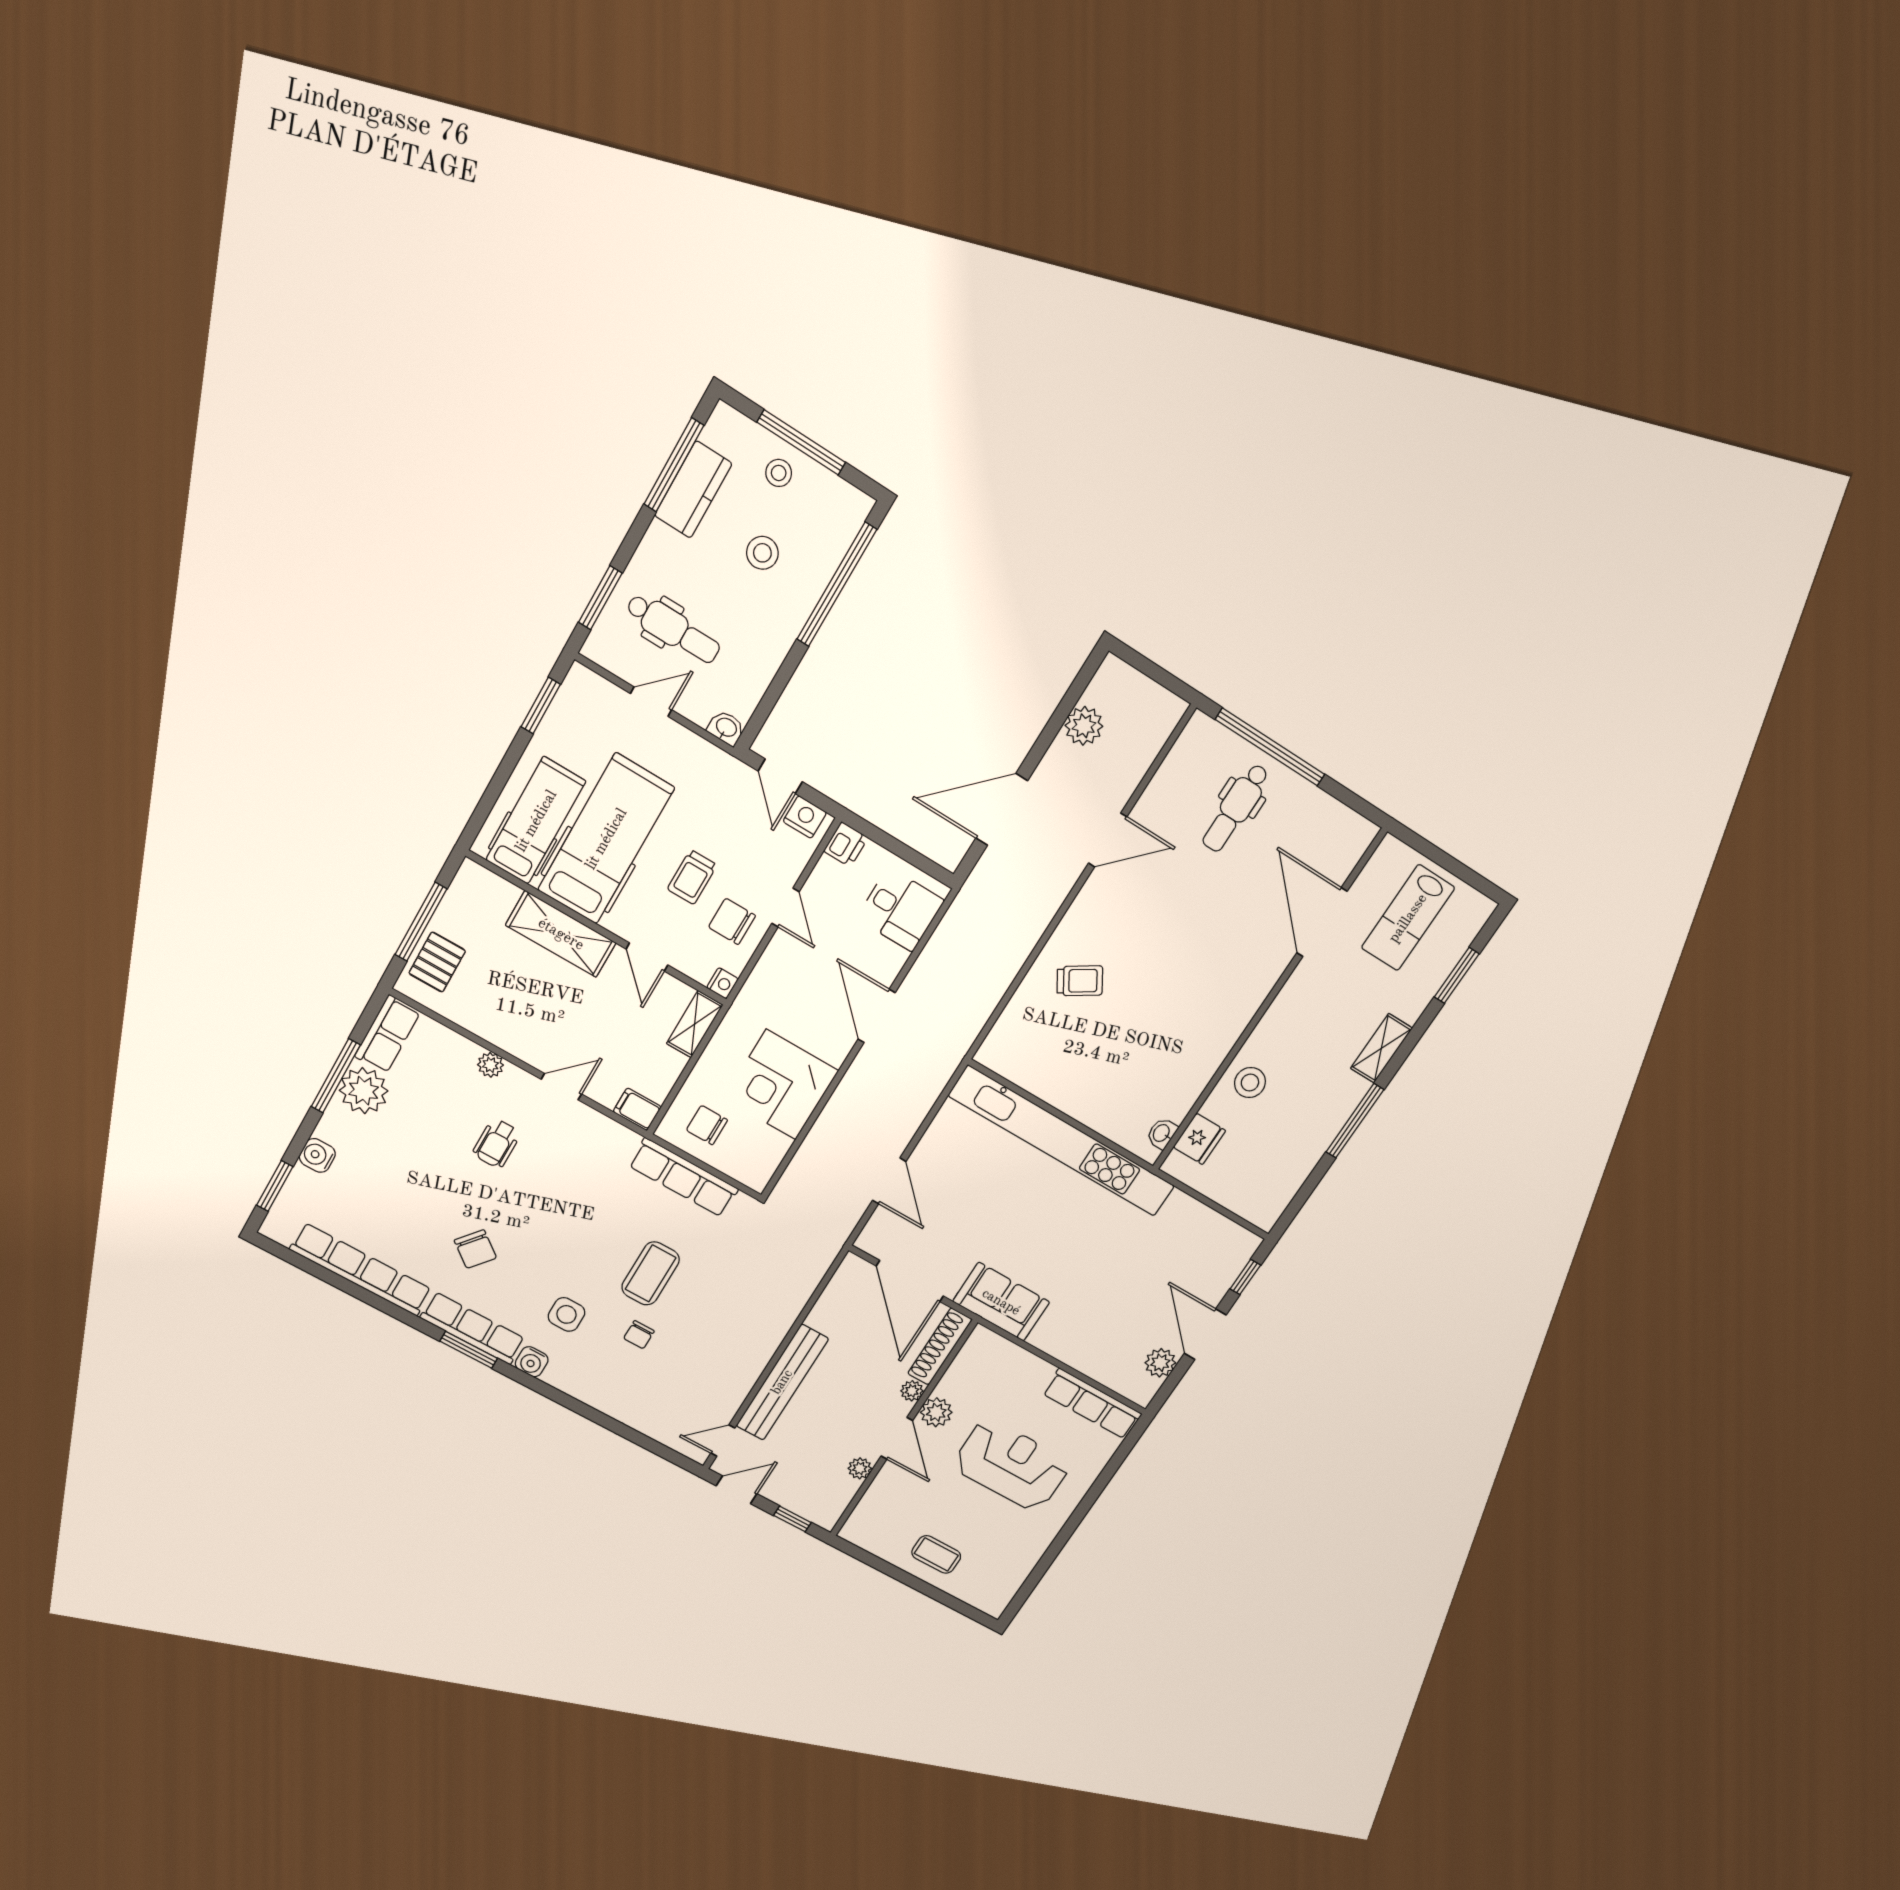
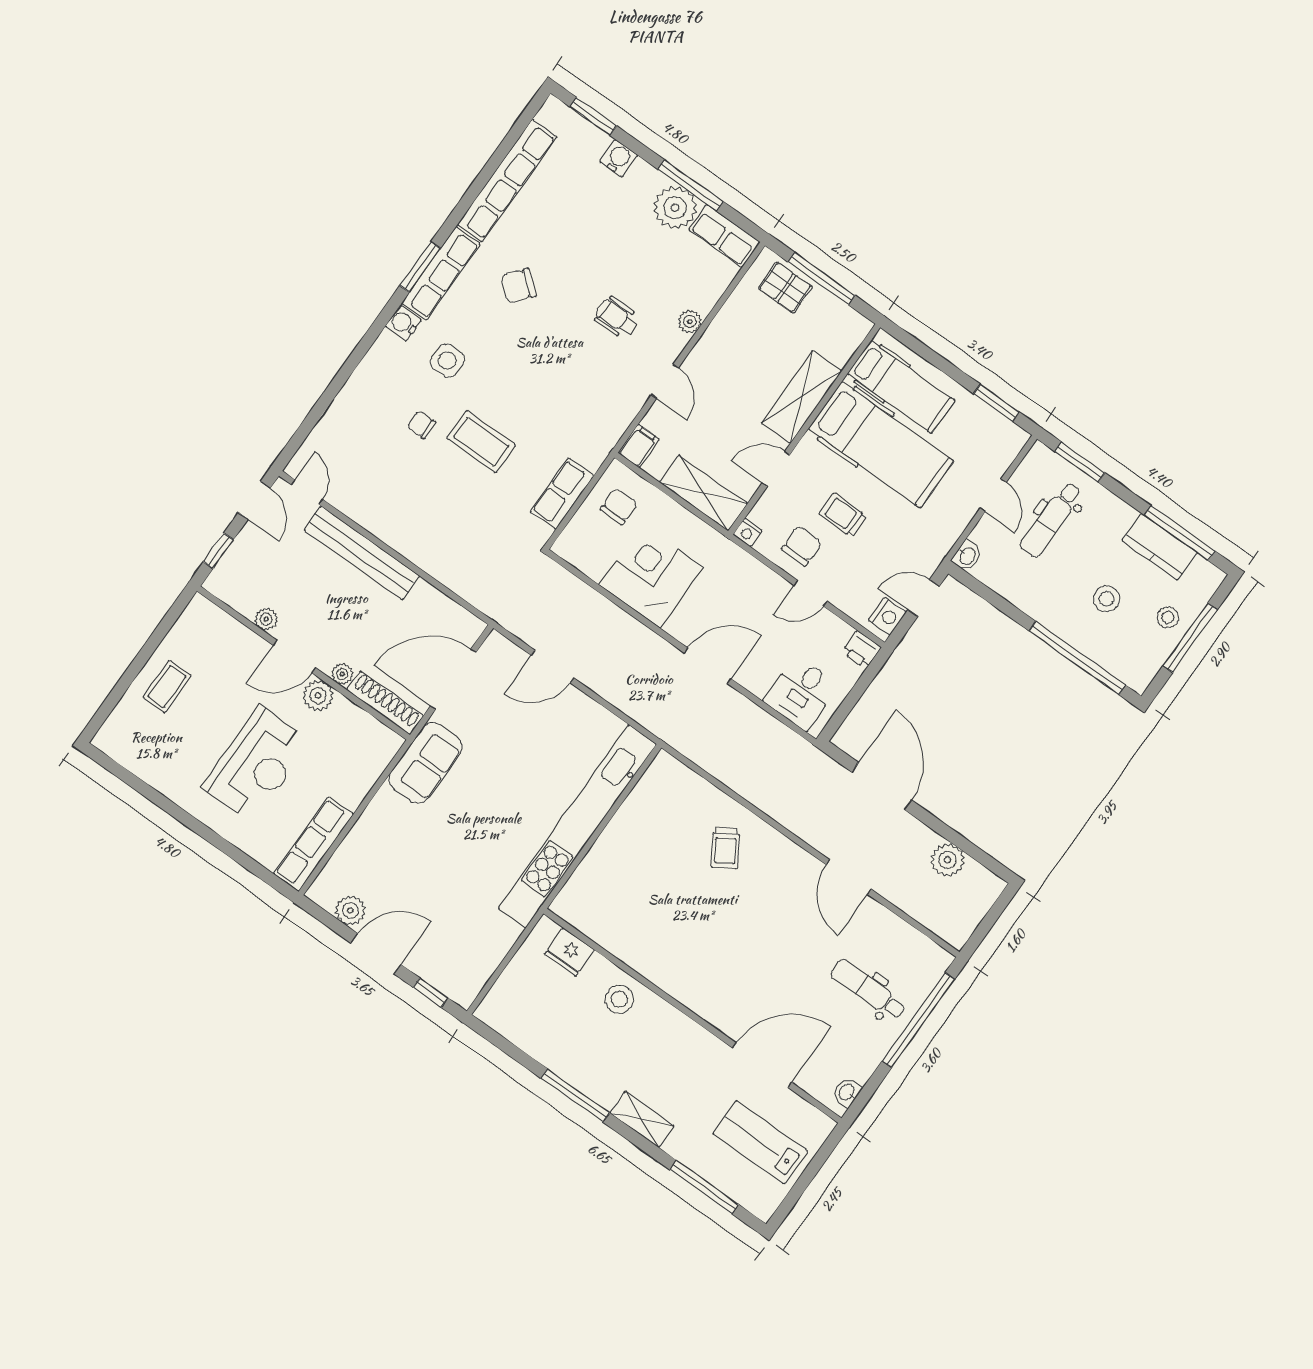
window: (1457, 975) -> (704, 1187), width x1.44
shelving: (695, 1024) -> (704, 493), width x1.50, depth x1.33
washbasin: (1162, 1133) -> (847, 1092), moved, turned -90
row of seats: (683, 1177) -> (562, 494), width x0.68

